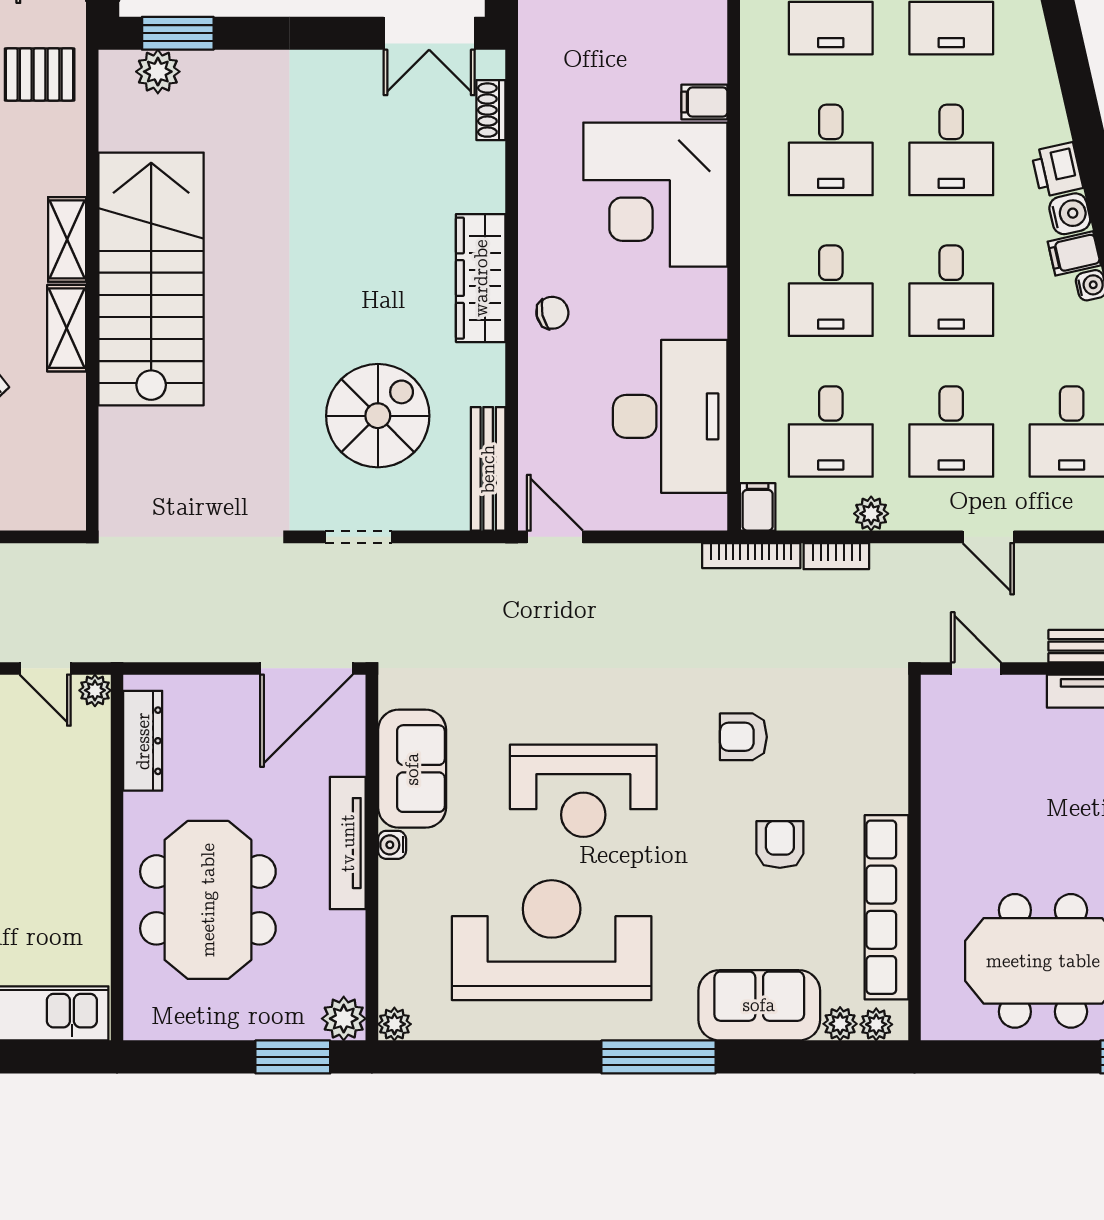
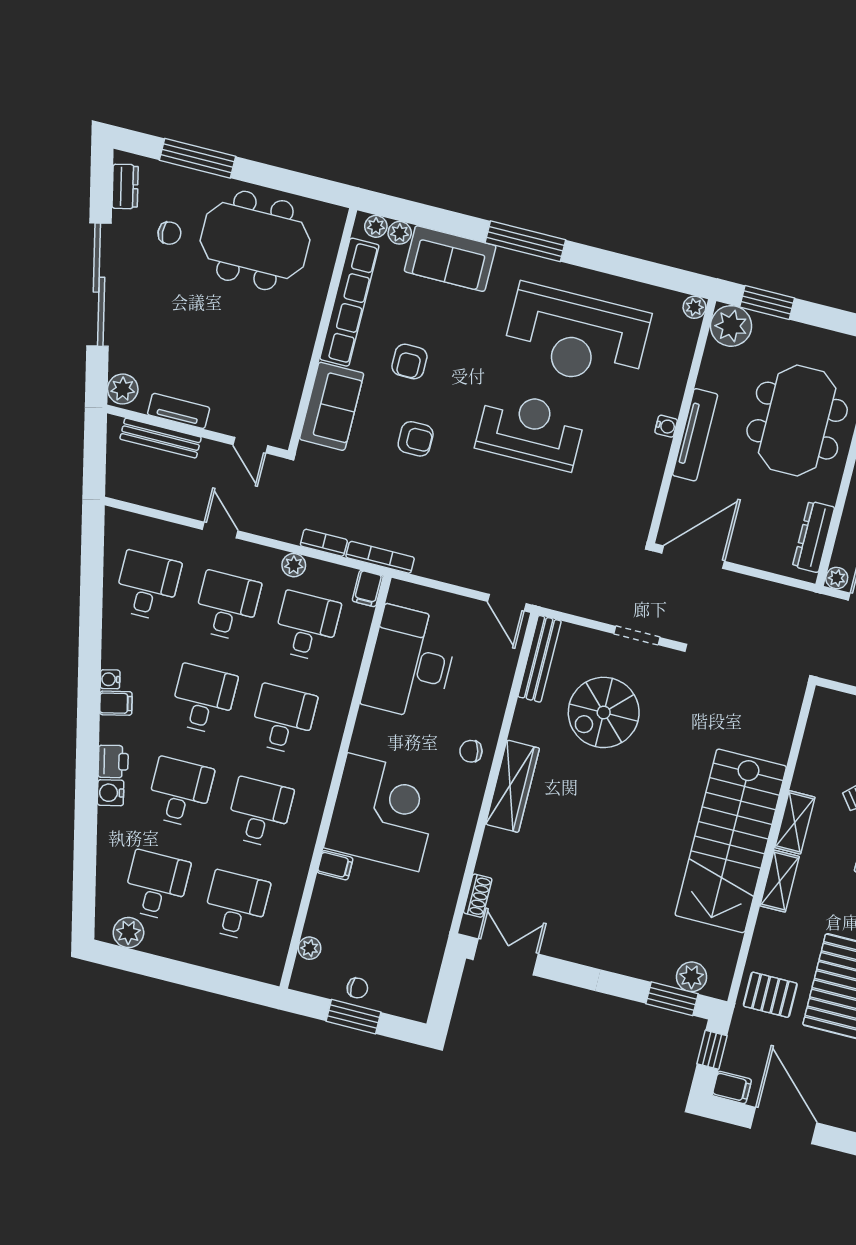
water cooler: (1070, 214) -> (111, 793), moved
sofa: (412, 769) -> (332, 406), moved, turned 180
plant: (344, 1019) -> (731, 326), width x1.36, depth x1.36

